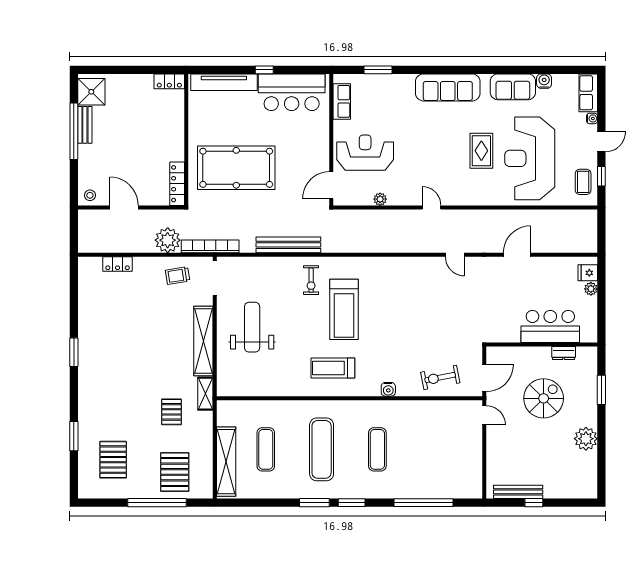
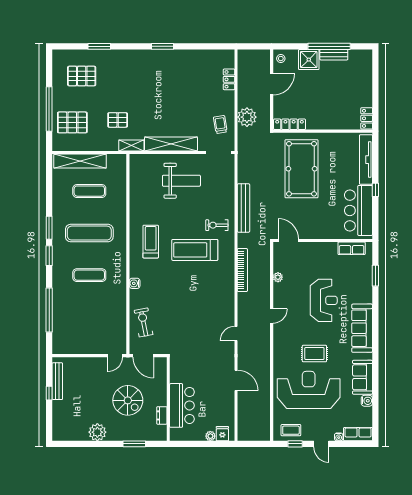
shower: (91, 92) -> (309, 60), moved
reception desk: (365, 153) -> (324, 300), moved
bookcase: (210, 246) -> (242, 270), moved

